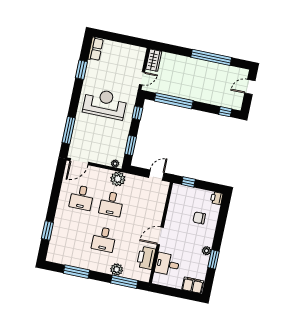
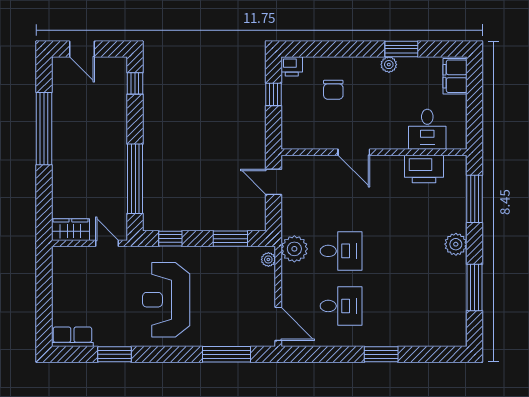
window: (188, 182) -> (273, 94), moved
window: (47, 231) -> (381, 354), moved
door: (160, 236) -> (354, 152), moved
desk: (104, 239) -> (407, 251), removed
plant: (117, 270) -> (456, 244), moved

